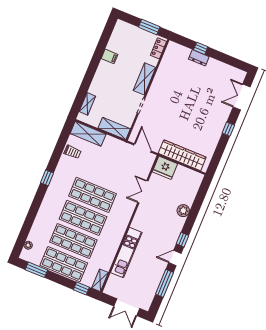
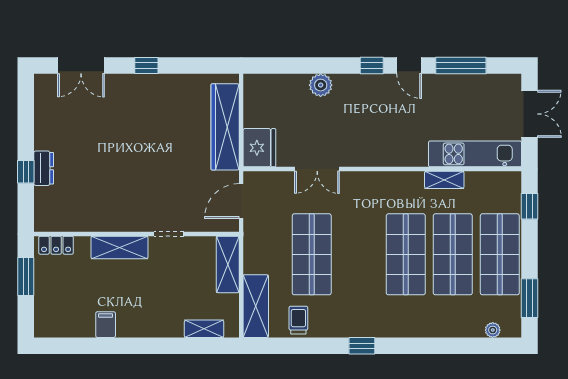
shop shelf: (92, 195) -> (312, 254), moved
kitchen unit: (126, 253) -> (475, 154), moved
shelving: (100, 280) -> (444, 180), moved

